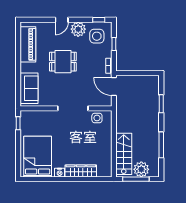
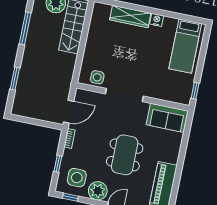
dining table: (63, 62) -> (125, 155), width x1.38
door: (114, 86) -> (69, 112), hinge flipped
sofa: (29, 88) -> (167, 118), moved, turned -90
bed: (38, 157) -> (185, 46), width x0.67

